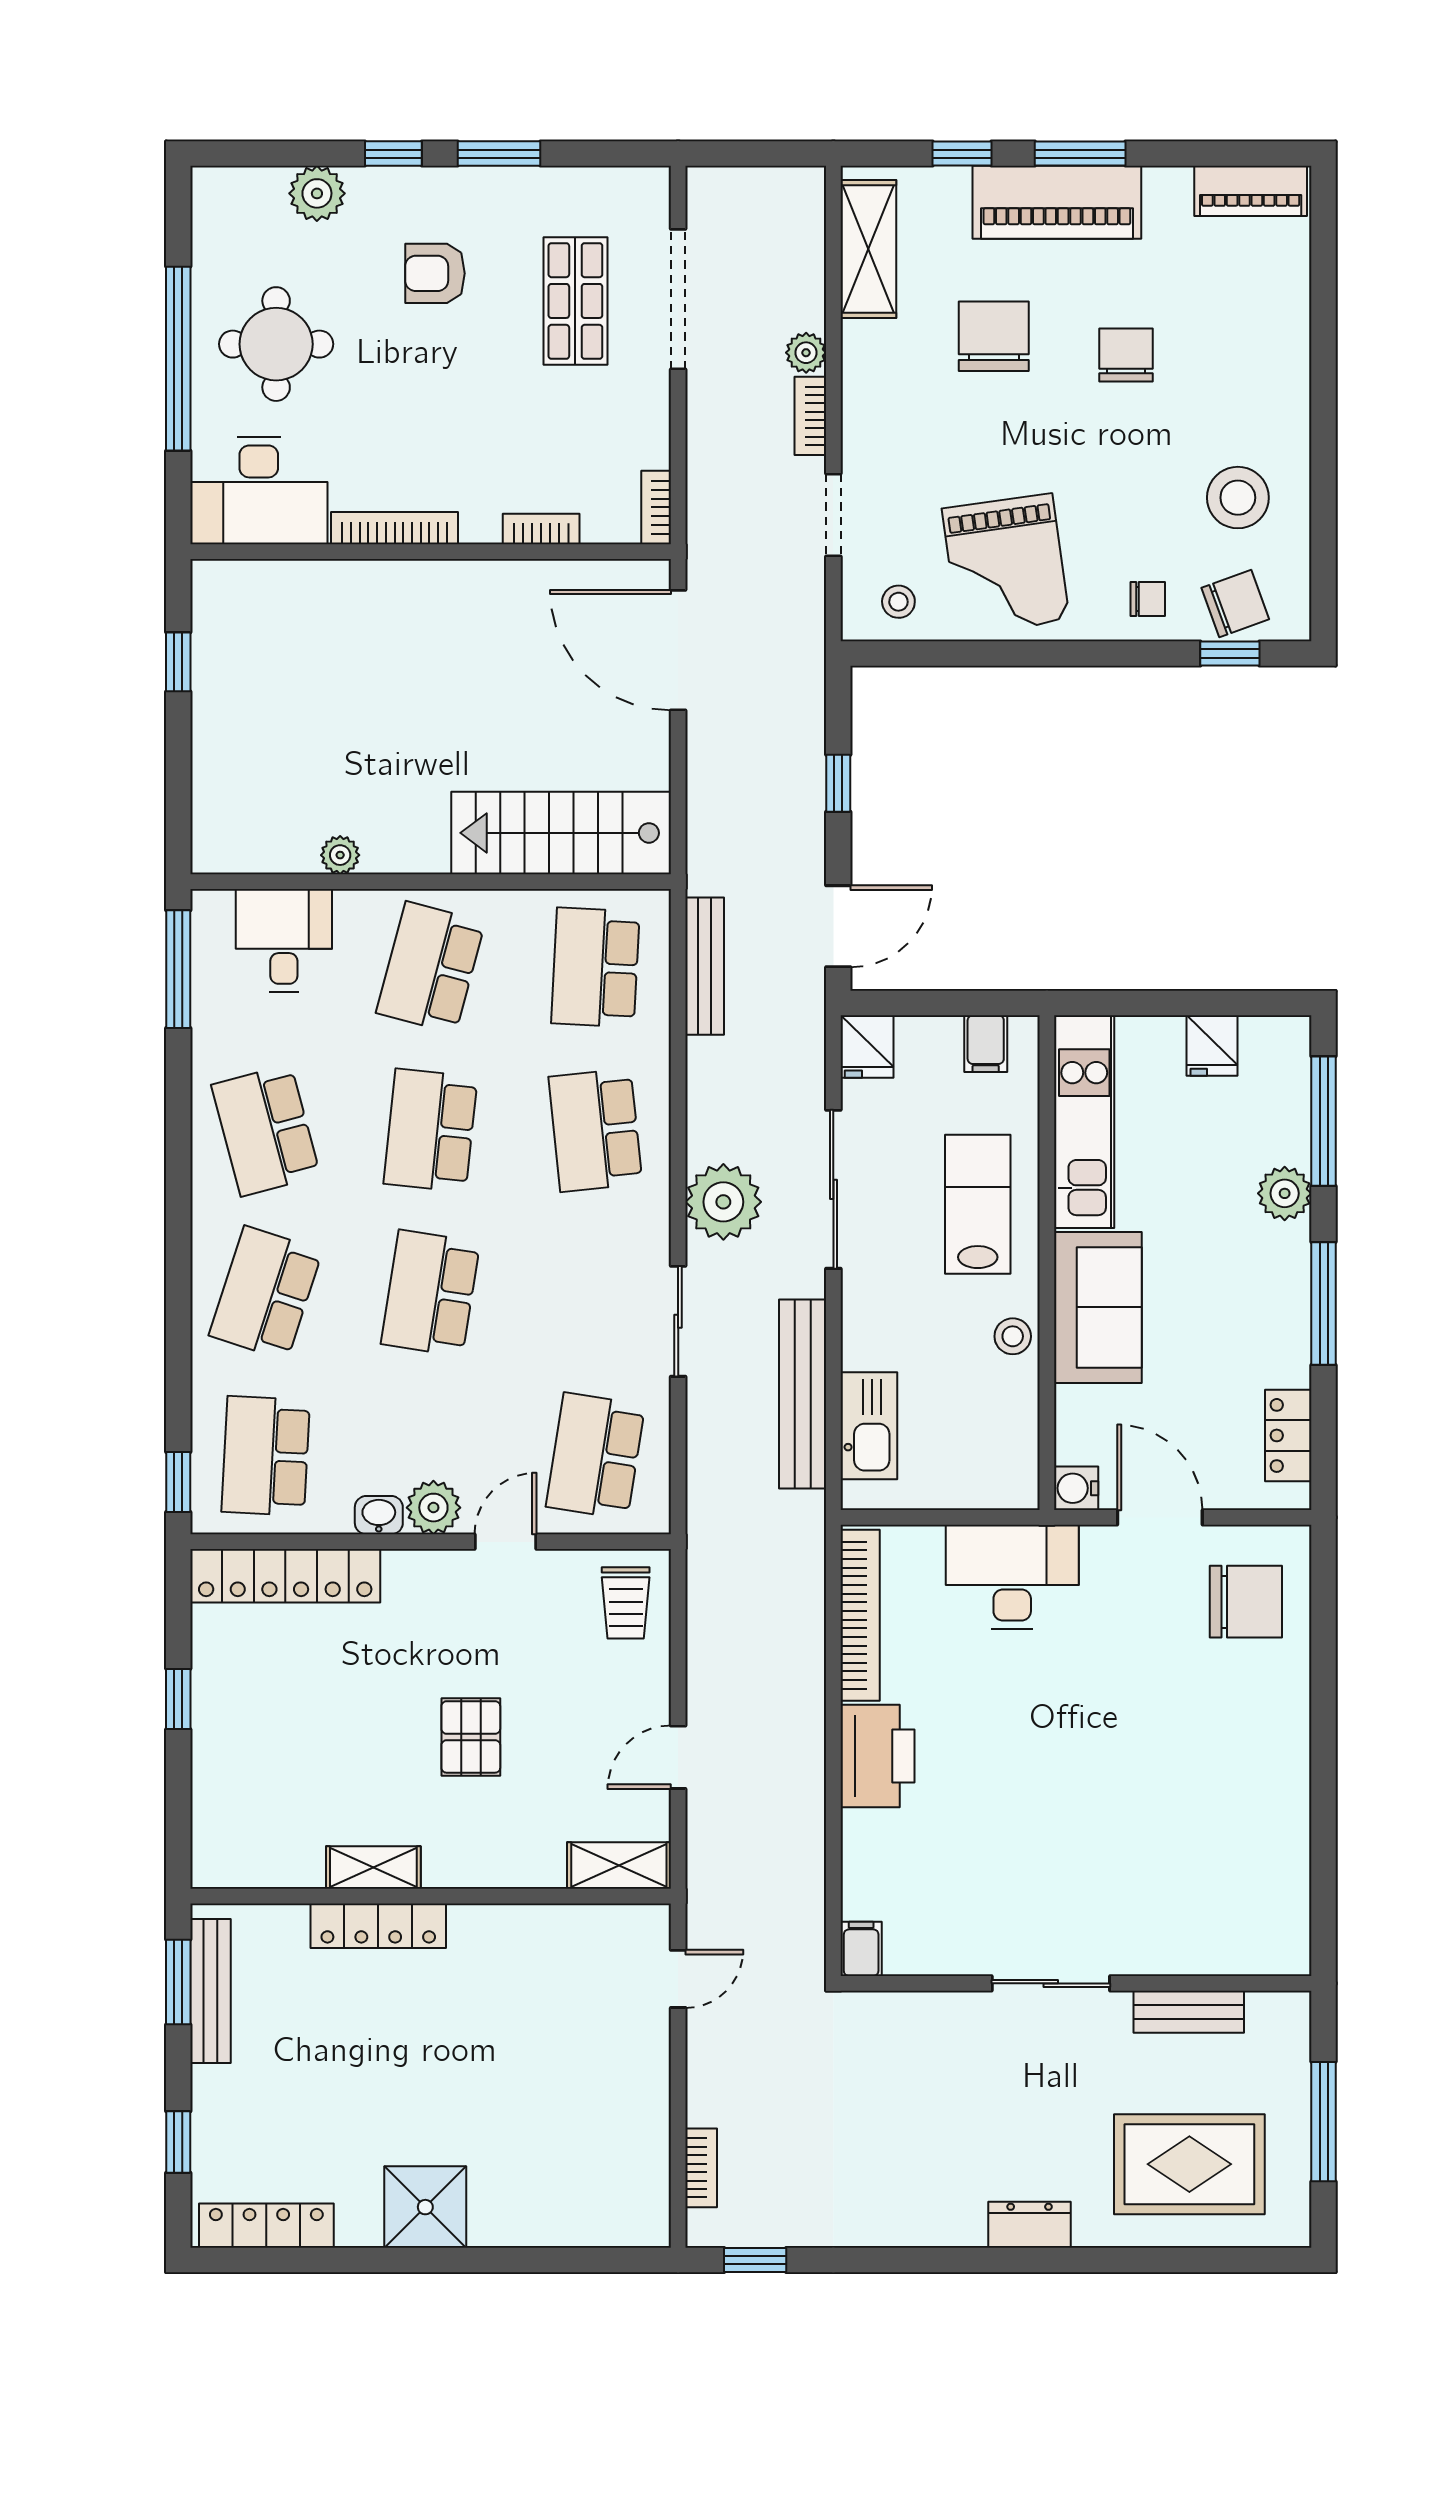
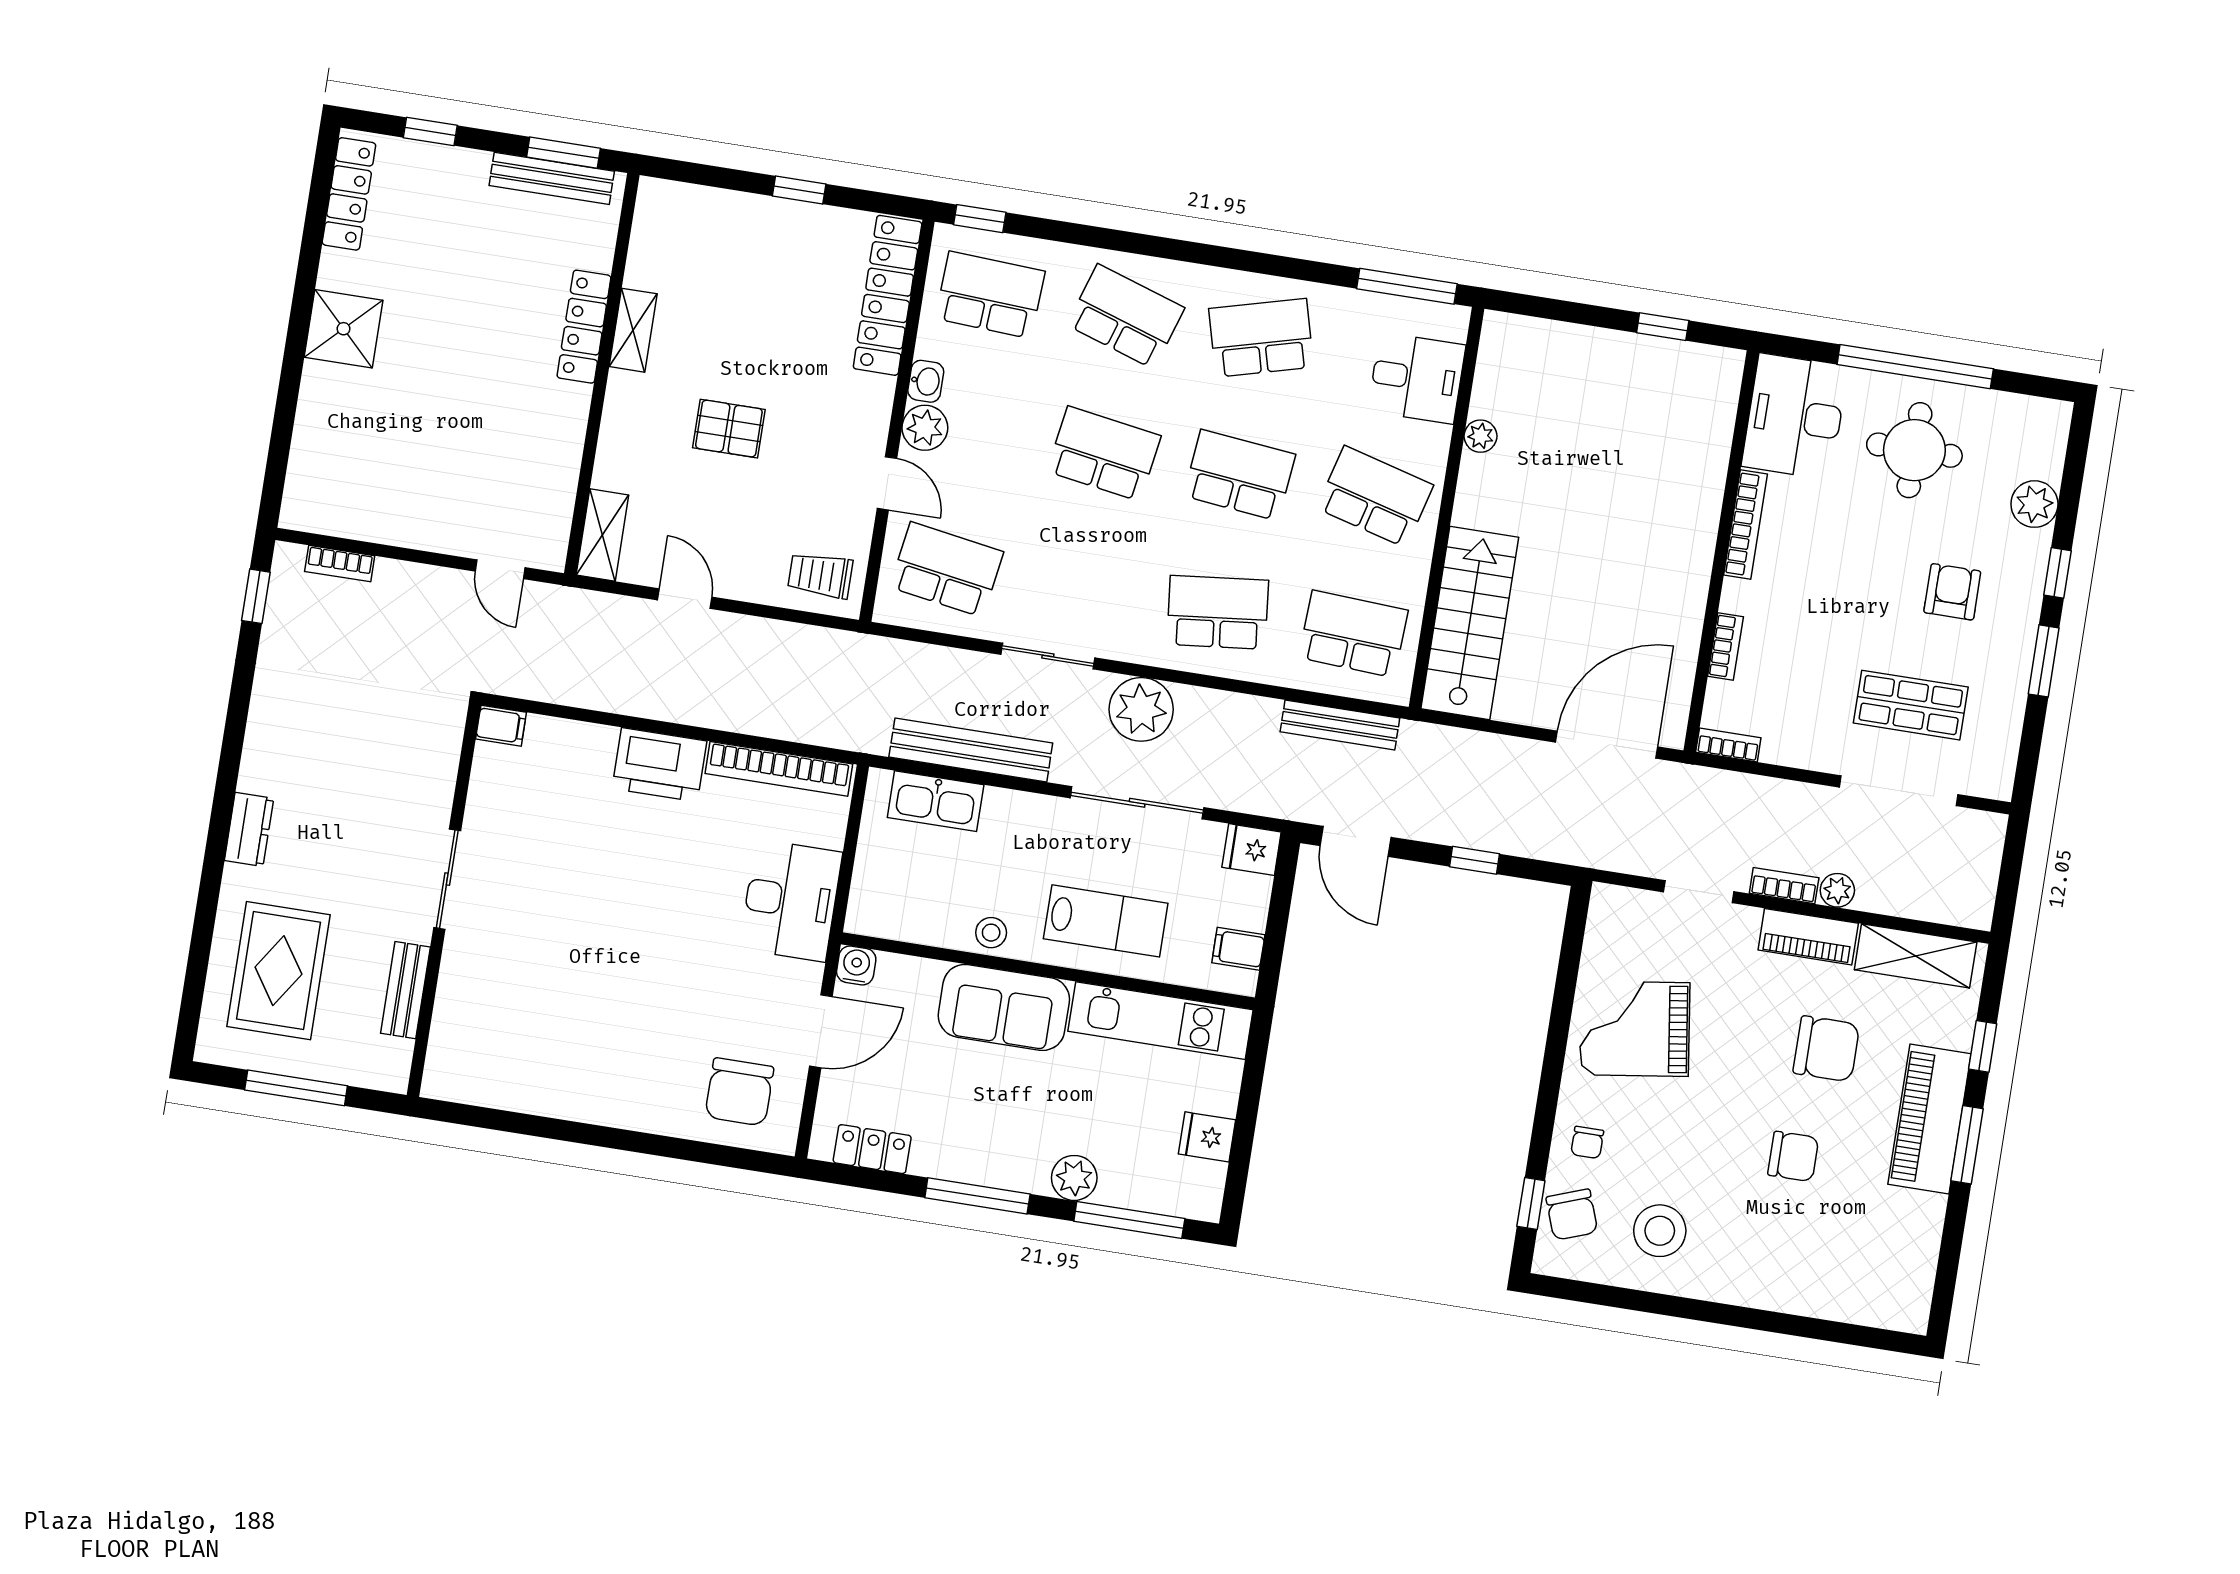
piano: (1251, 191) -> (1808, 937), moved, turned -90
stool: (898, 602) -> (1618, 934), removed

